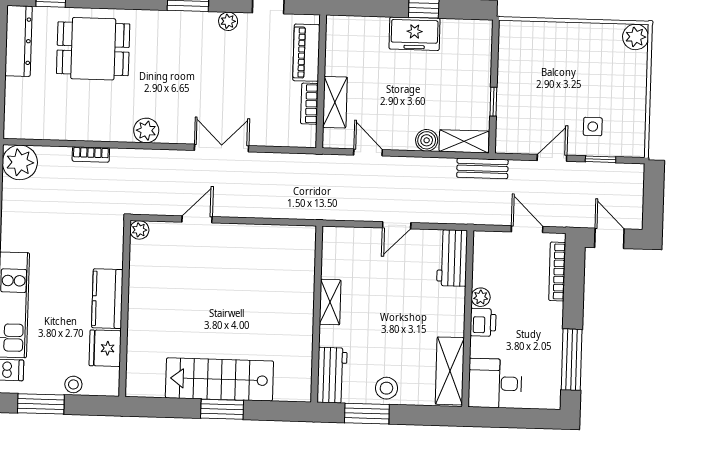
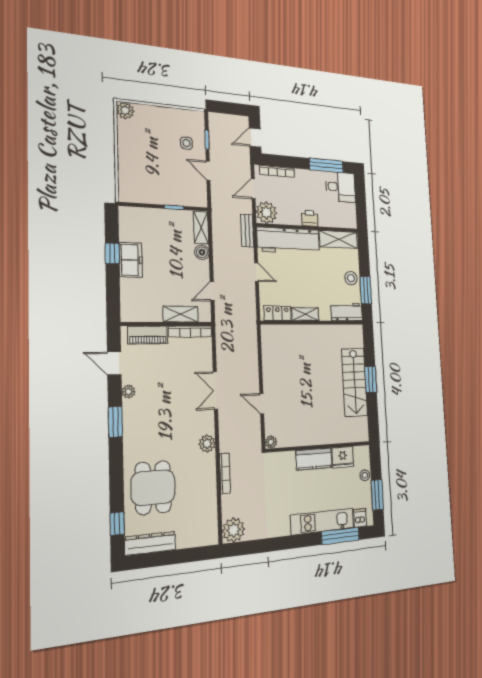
bookcase: (309, 104) -> (190, 332), width x1.56
bookcase: (91, 154) -> (225, 473), width x1.56
bench: (482, 168) -> (247, 231), moved
locker: (333, 255) -> (278, 313), added
workbench: (452, 258) -> (288, 240), width x1.88, depth x1.32
plant: (481, 297) -> (266, 212), moved, width x1.88, depth x1.88
desk: (495, 383) -> (341, 187), moved, turned -90

